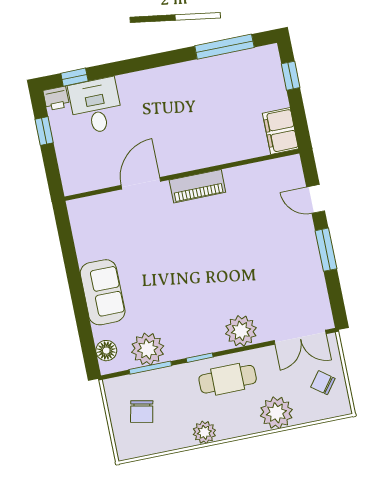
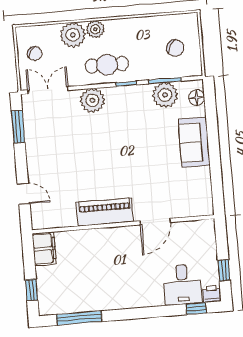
piano: (197, 186) -> (105, 212), width x1.37, depth x1.33
window: (326, 250) -> (18, 127), moved
chair: (142, 412) -> (175, 48), turned 108
plant: (204, 432) -> (95, 29), moved

